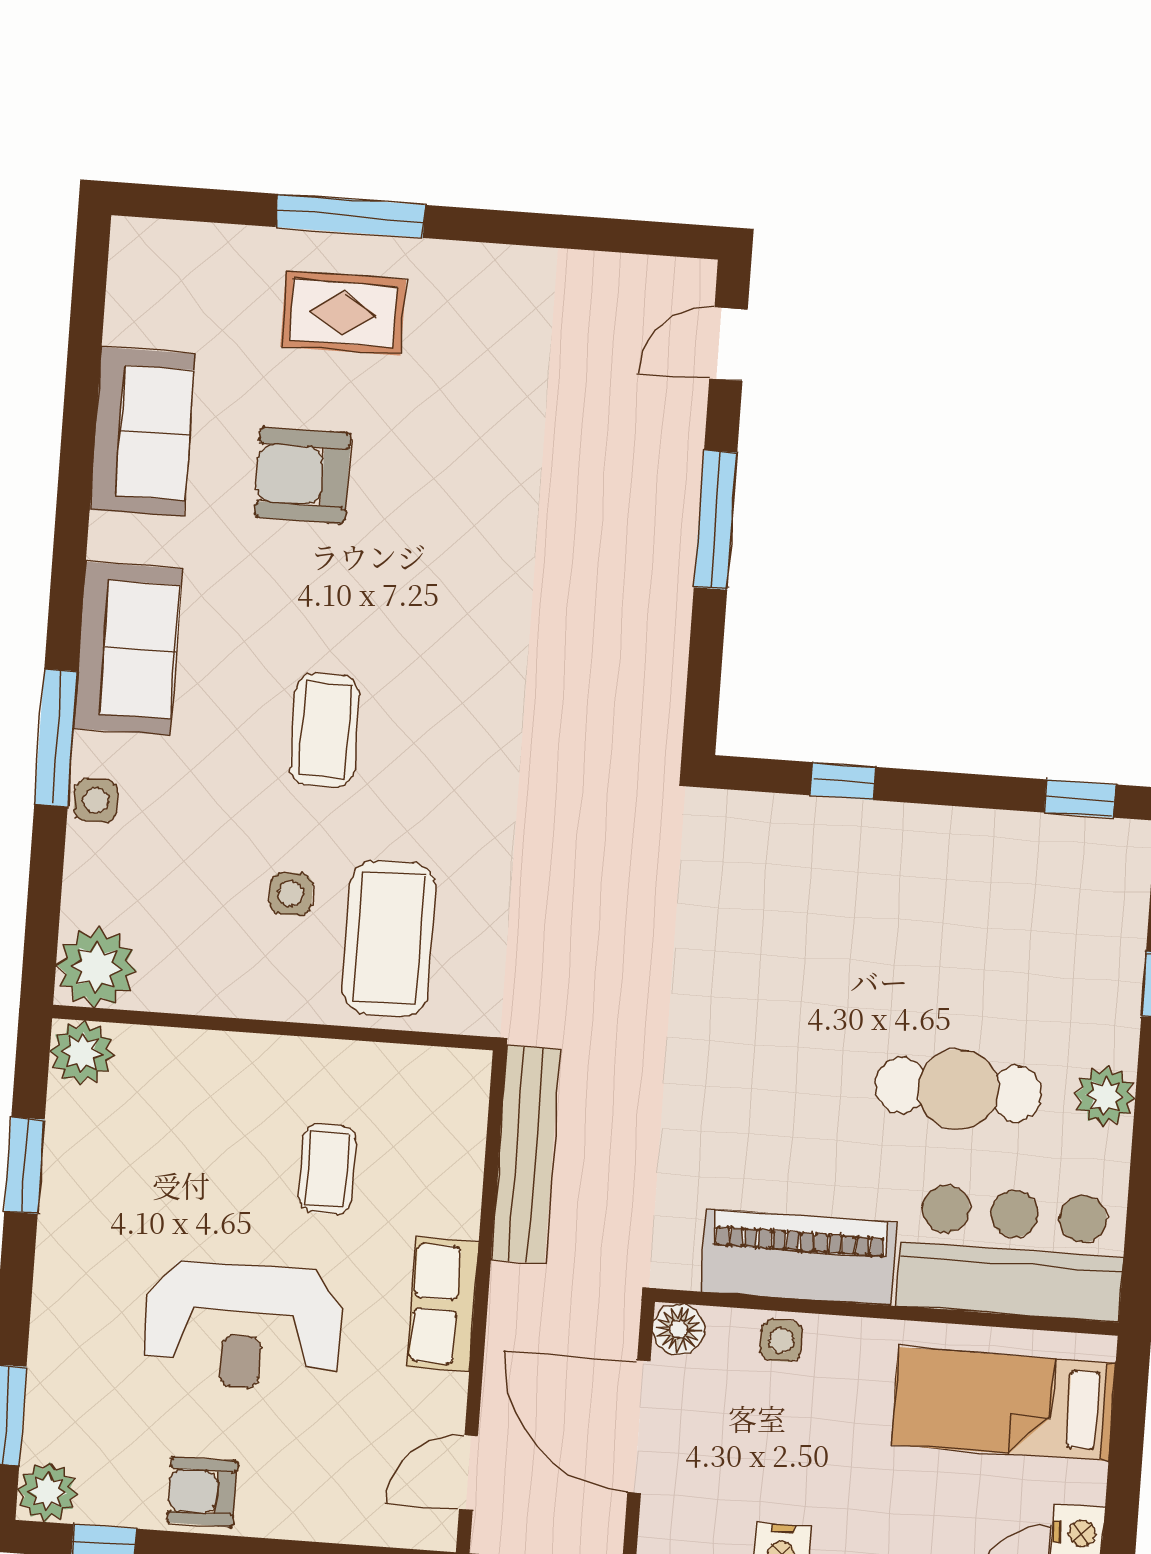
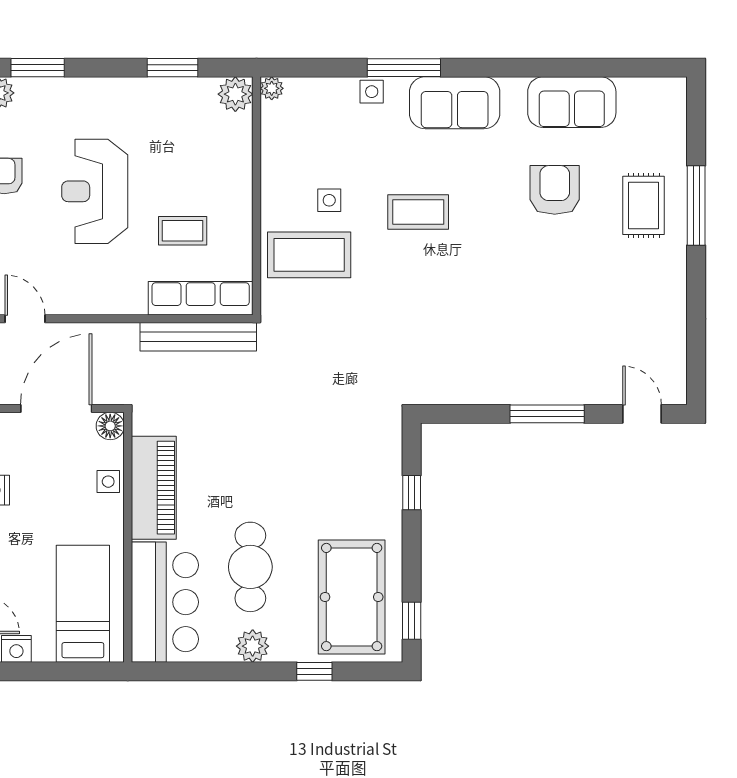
pool table: (1028, 906) -> (352, 597), added
plant: (96, 967) -> (272, 88), width x0.53, depth x0.53
row of seats: (443, 1304) -> (201, 298), moved, width x1.48

